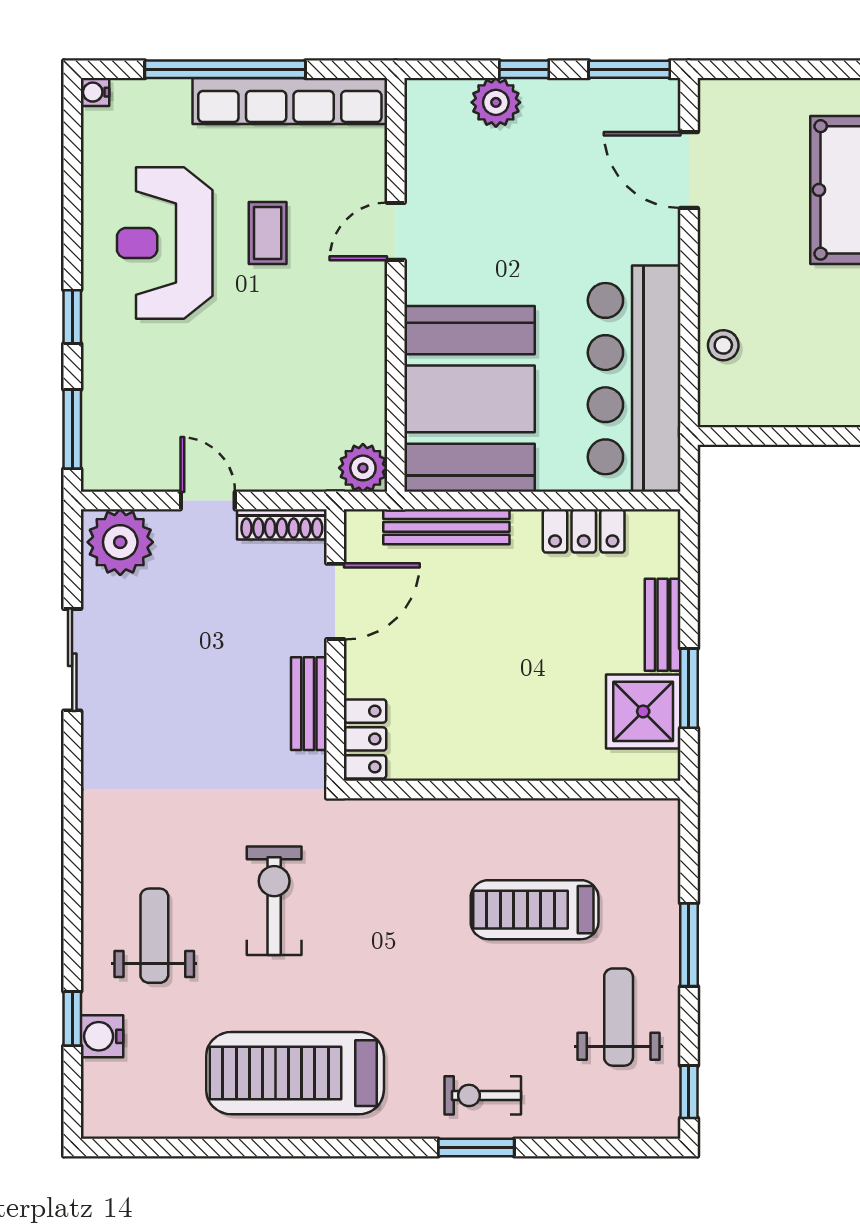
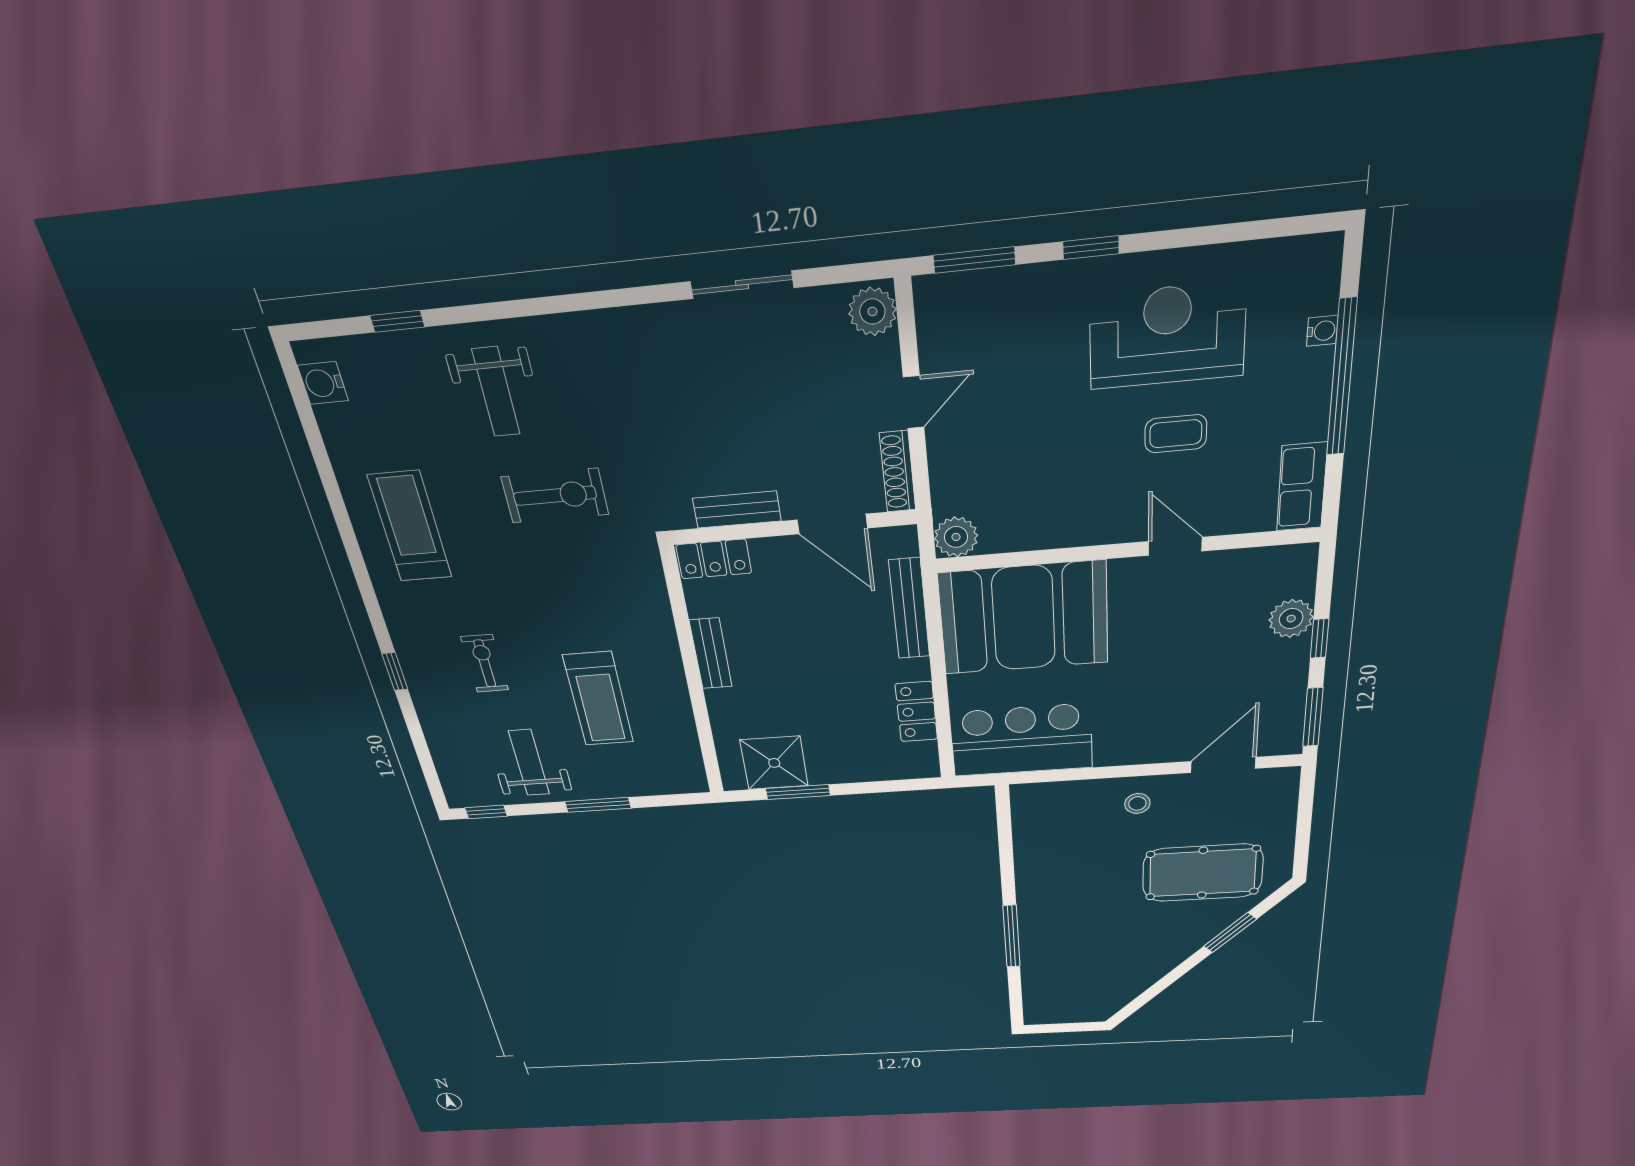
water cooler: (95, 92) -> (1322, 331), moved, turned 90
row of seats: (290, 101) -> (1302, 487), width x0.50
stool: (723, 345) -> (1137, 803), moved
bar counter: (634, 379) -> (1021, 740), width x0.73
plant: (120, 542) -> (872, 311), width x0.73, depth x0.73
bench: (663, 625) -> (711, 654), moved, turned 90
treadmill: (535, 910) -> (598, 699), turned 180
weight bench: (154, 936) -> (496, 392), turned 90
weight bench: (619, 1017) -> (529, 763), turned -90
water cooler: (102, 1036) -> (323, 383), moved, turned -90
treadmill: (295, 1073) -> (410, 527), width x0.73, depth x0.73
exercise bike: (483, 1095) -> (485, 663), moved
window: (476, 1147) -> (395, 671), width x0.67

